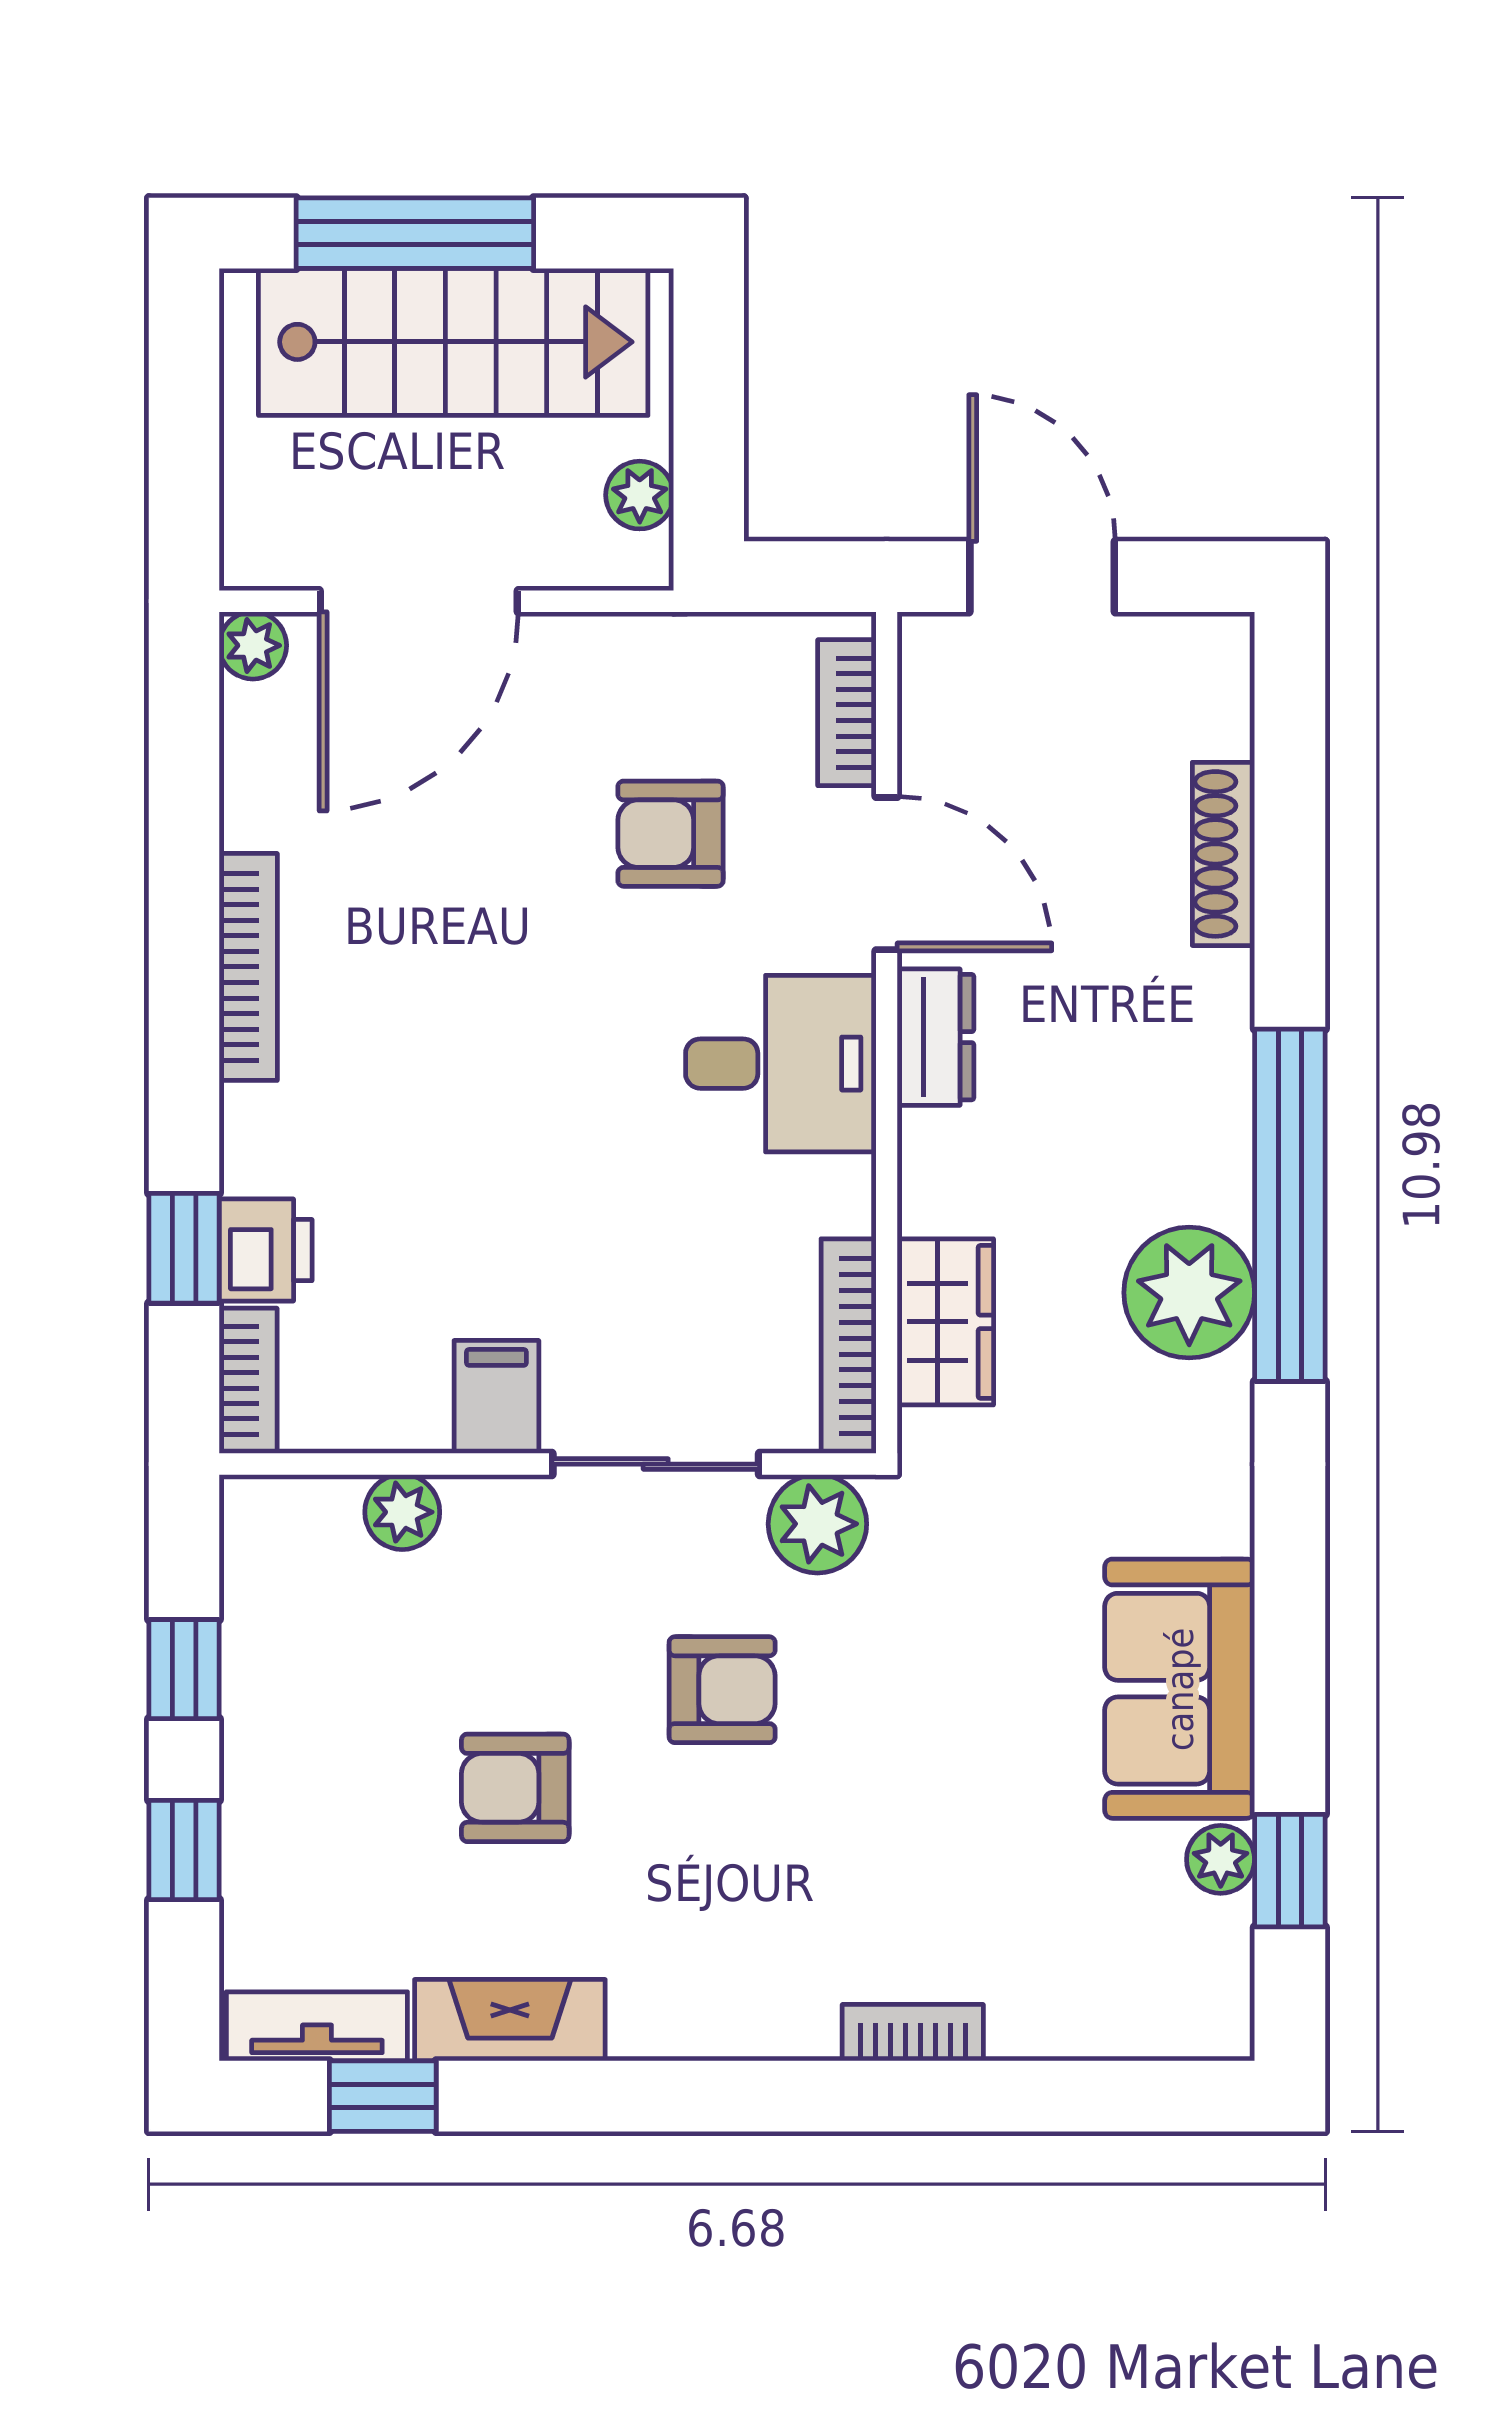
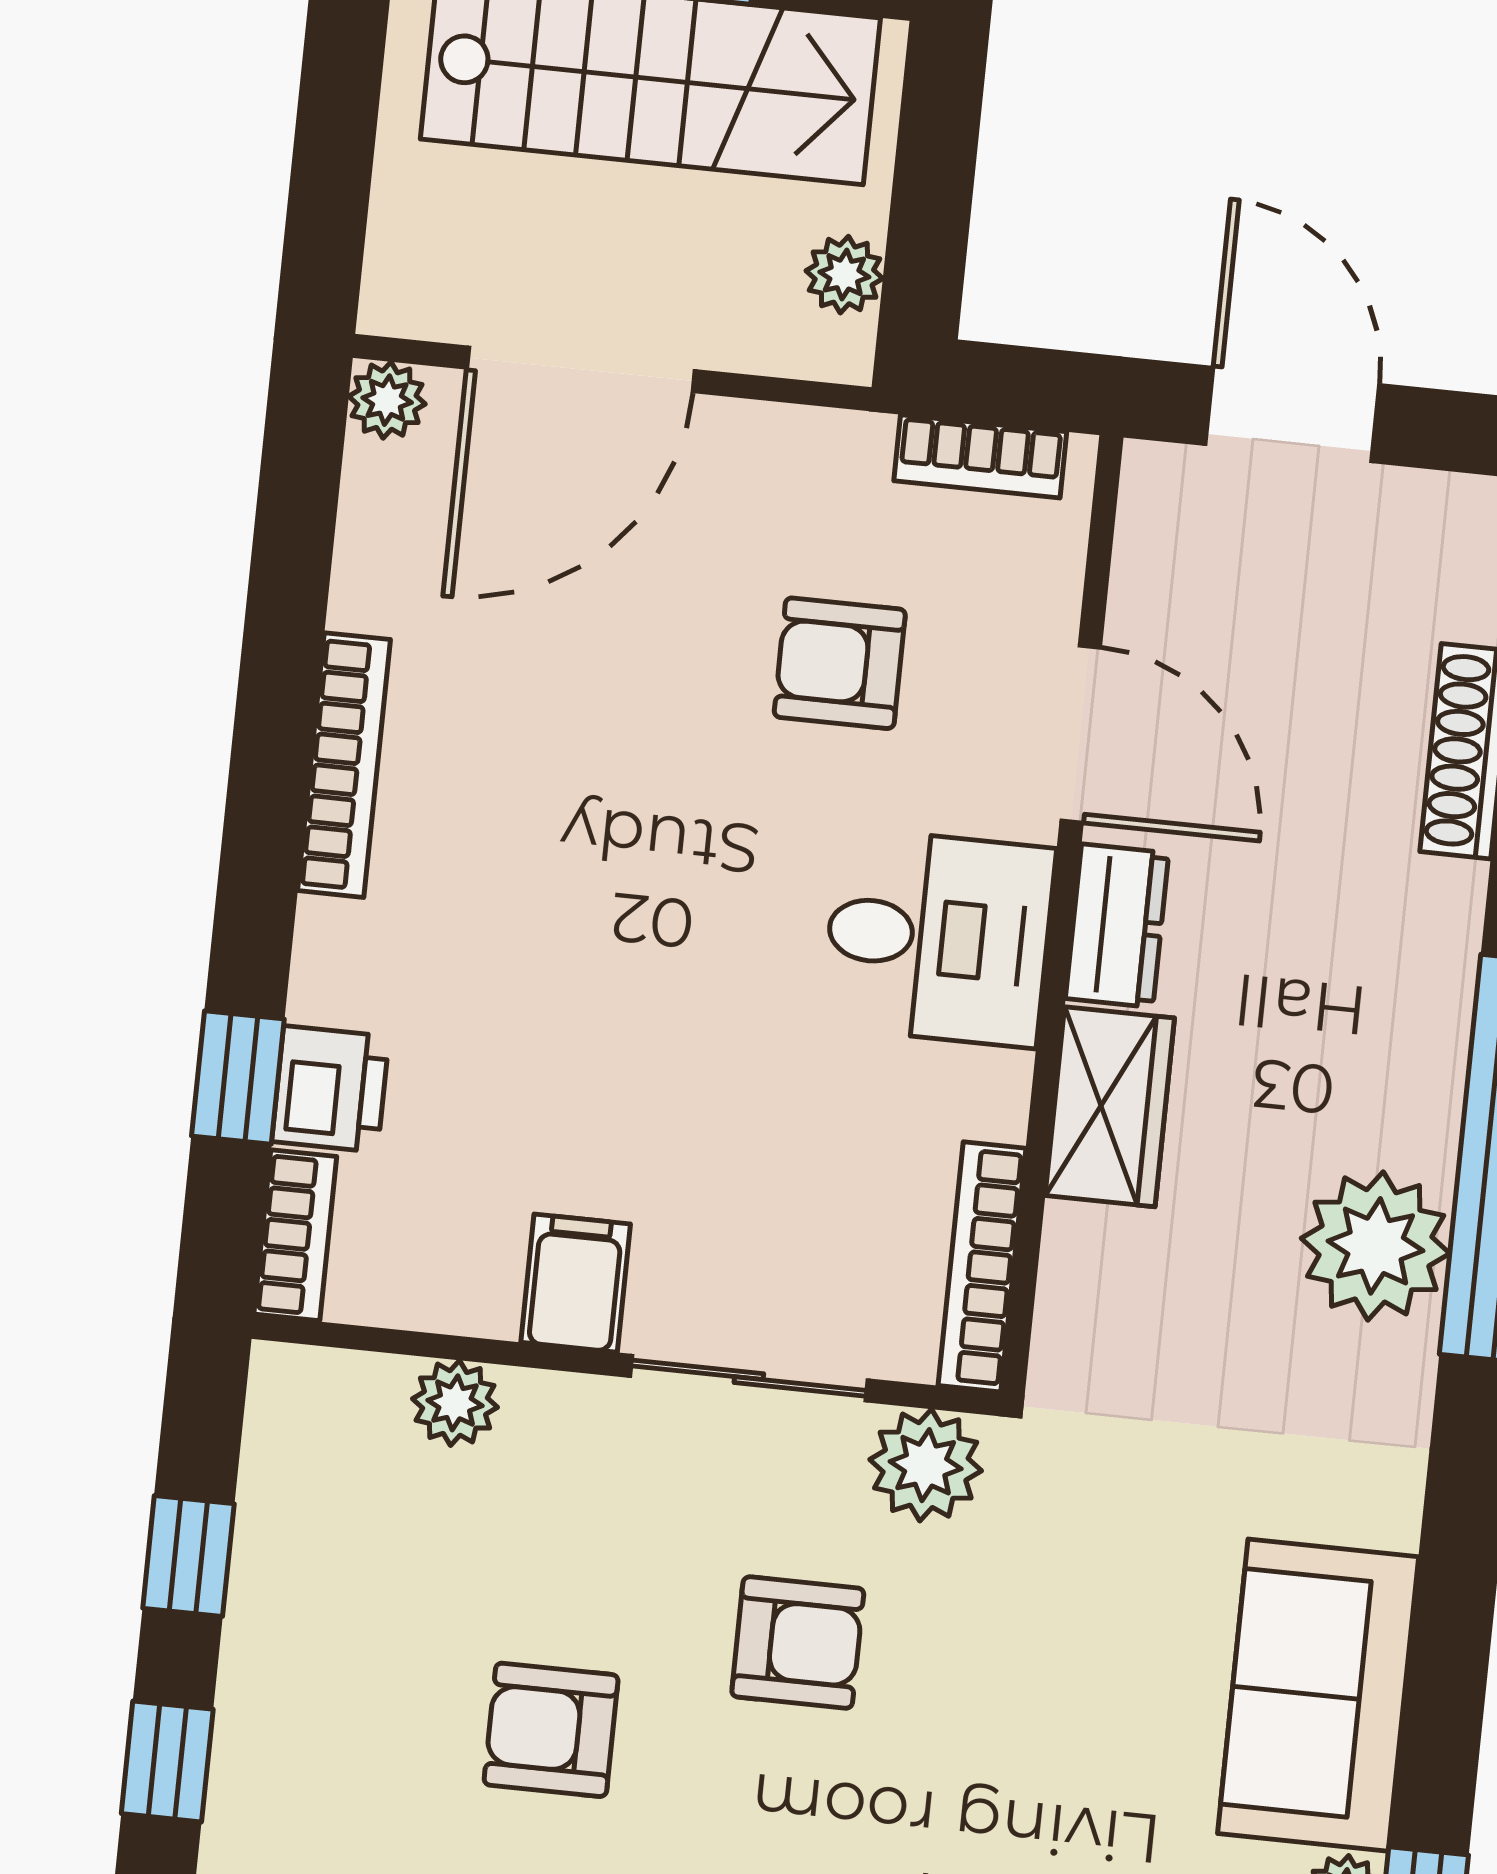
bookcase: (847, 713) -> (980, 456), moved, turned -90
wardrobe: (945, 1322) -> (1110, 1107), moved

